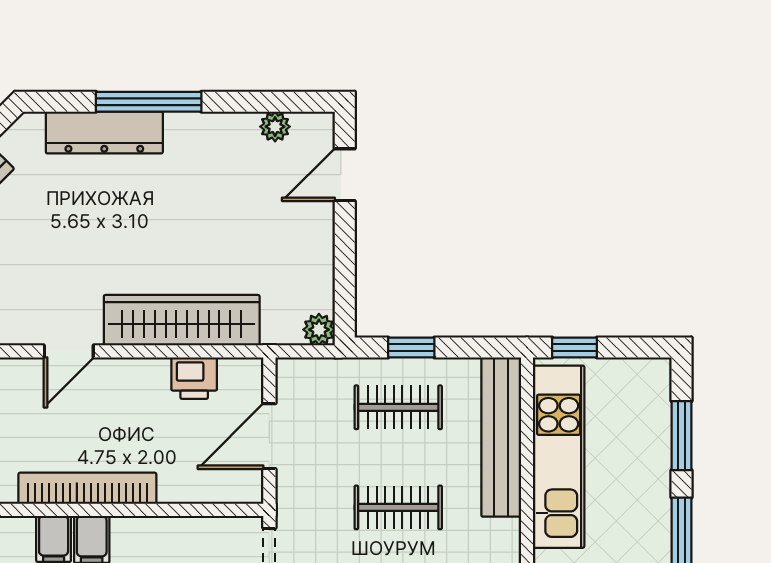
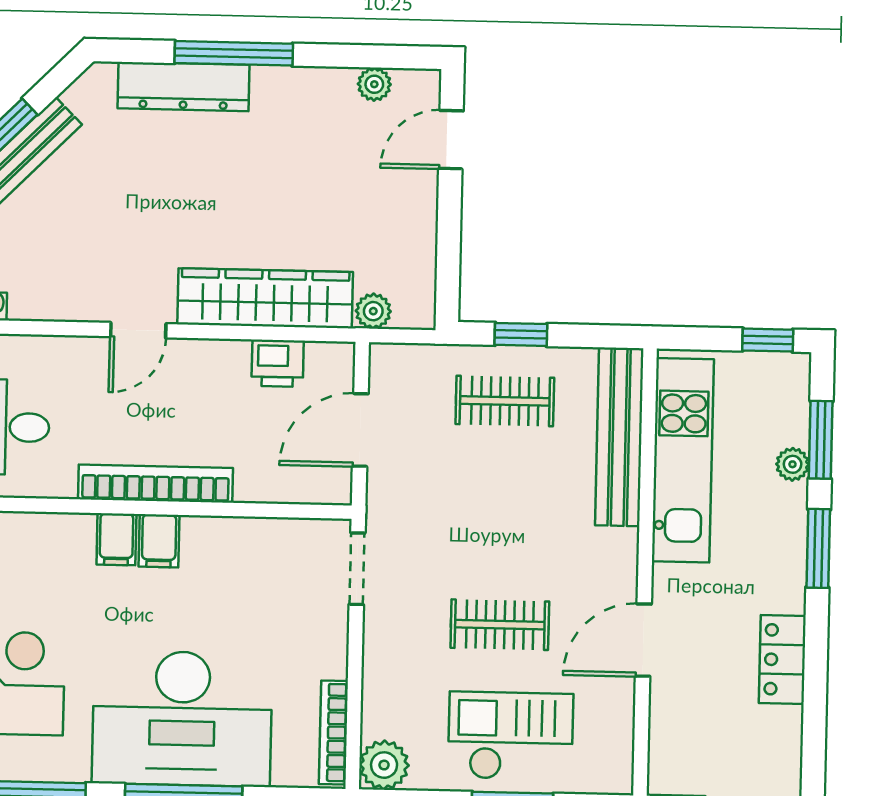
plant: (319, 330) -> (373, 311), moved
window: (575, 347) -> (768, 340), moved
plant: (657, 458) -> (793, 464), added
clothes rail: (398, 507) -> (502, 513), removed

